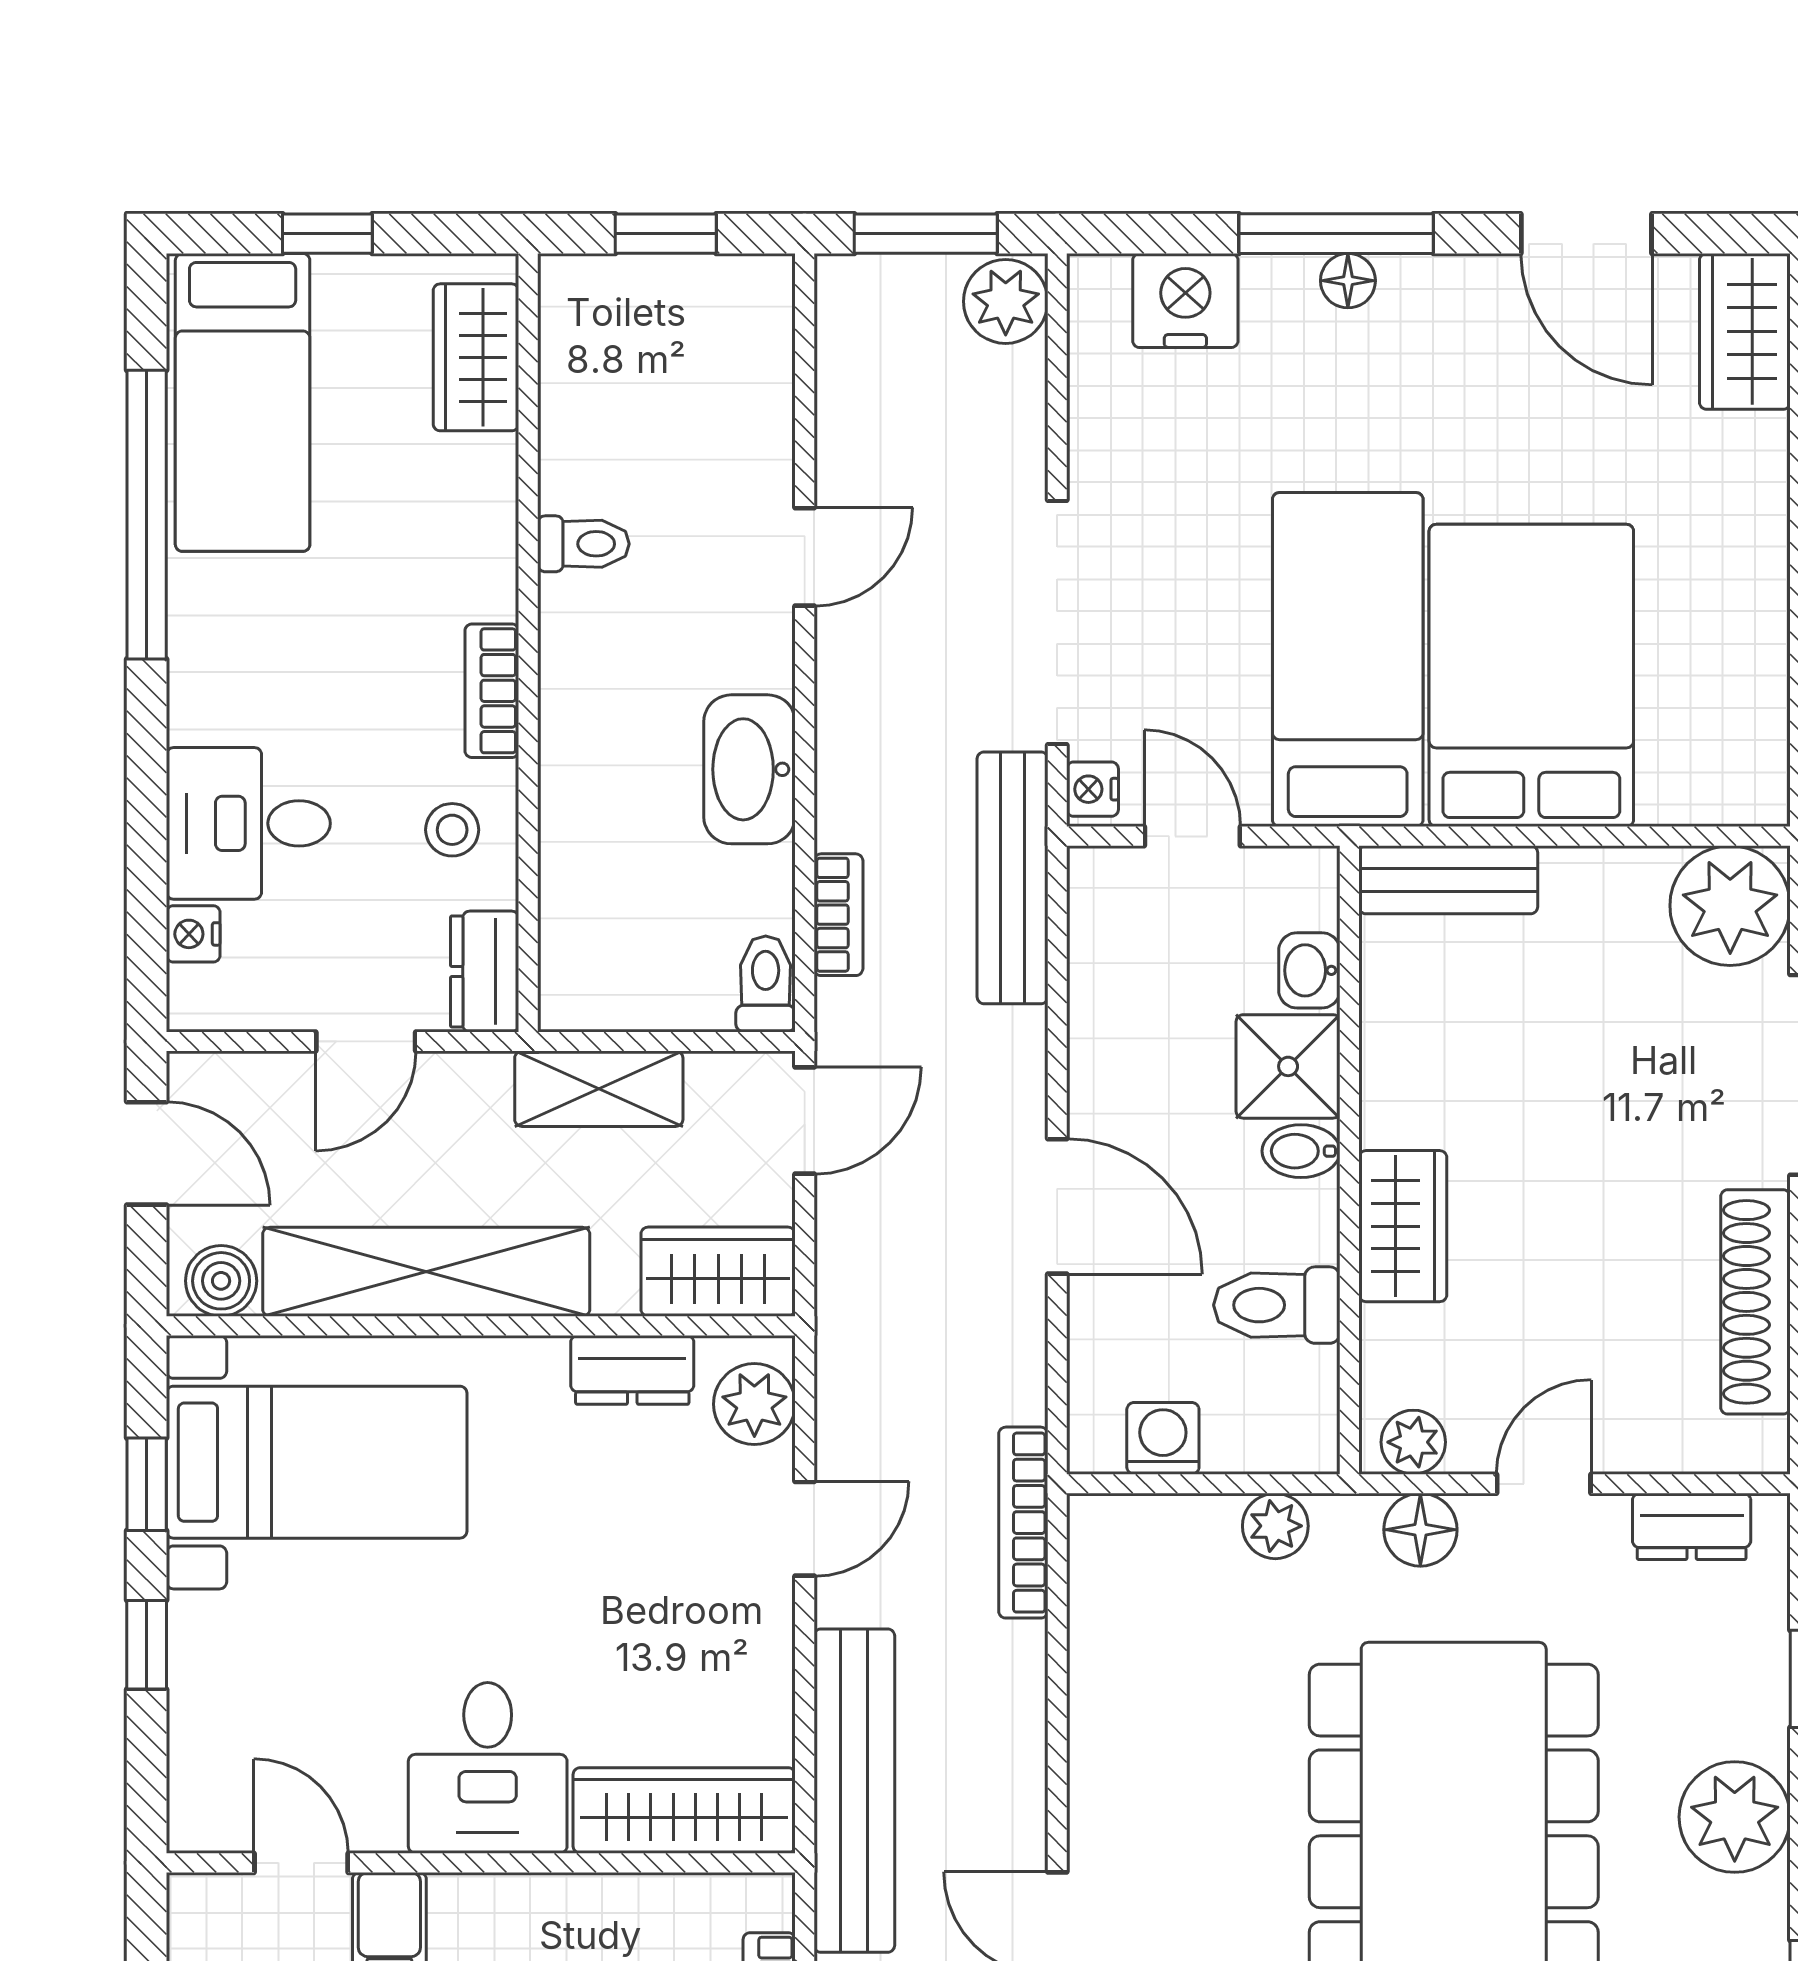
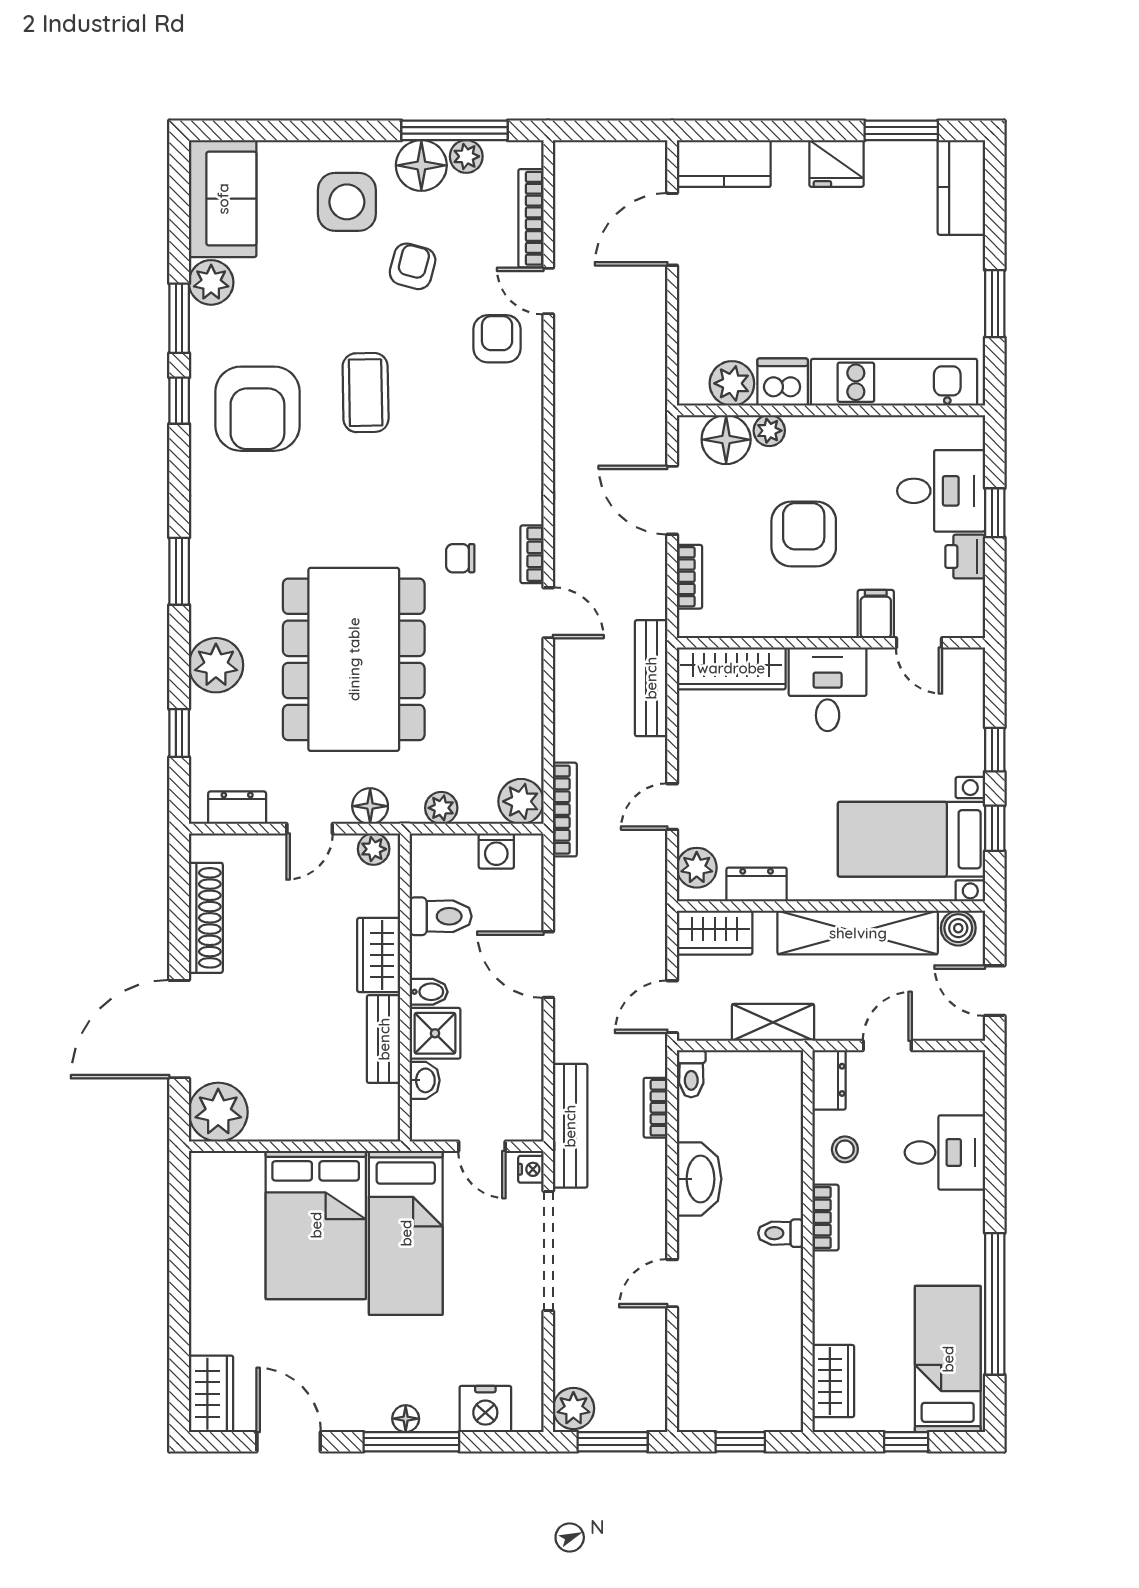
toilet: (583, 544) -> (781, 1233), moved
bench: (1448, 880) -> (384, 1039), moved, turned 90
nightstand: (193, 934) -> (972, 1098), removed
plant: (1113, 1539) -> (521, 801), added
bench: (854, 1791) -> (651, 678), width x0.73, depth x0.82

